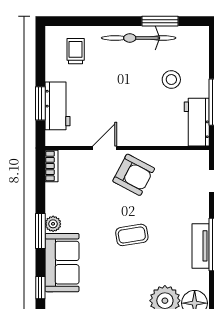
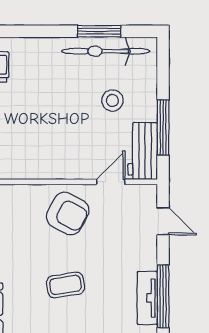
bicycle: (139, 38) -> (106, 51), moved
door: (105, 148) -> (111, 182), moved

